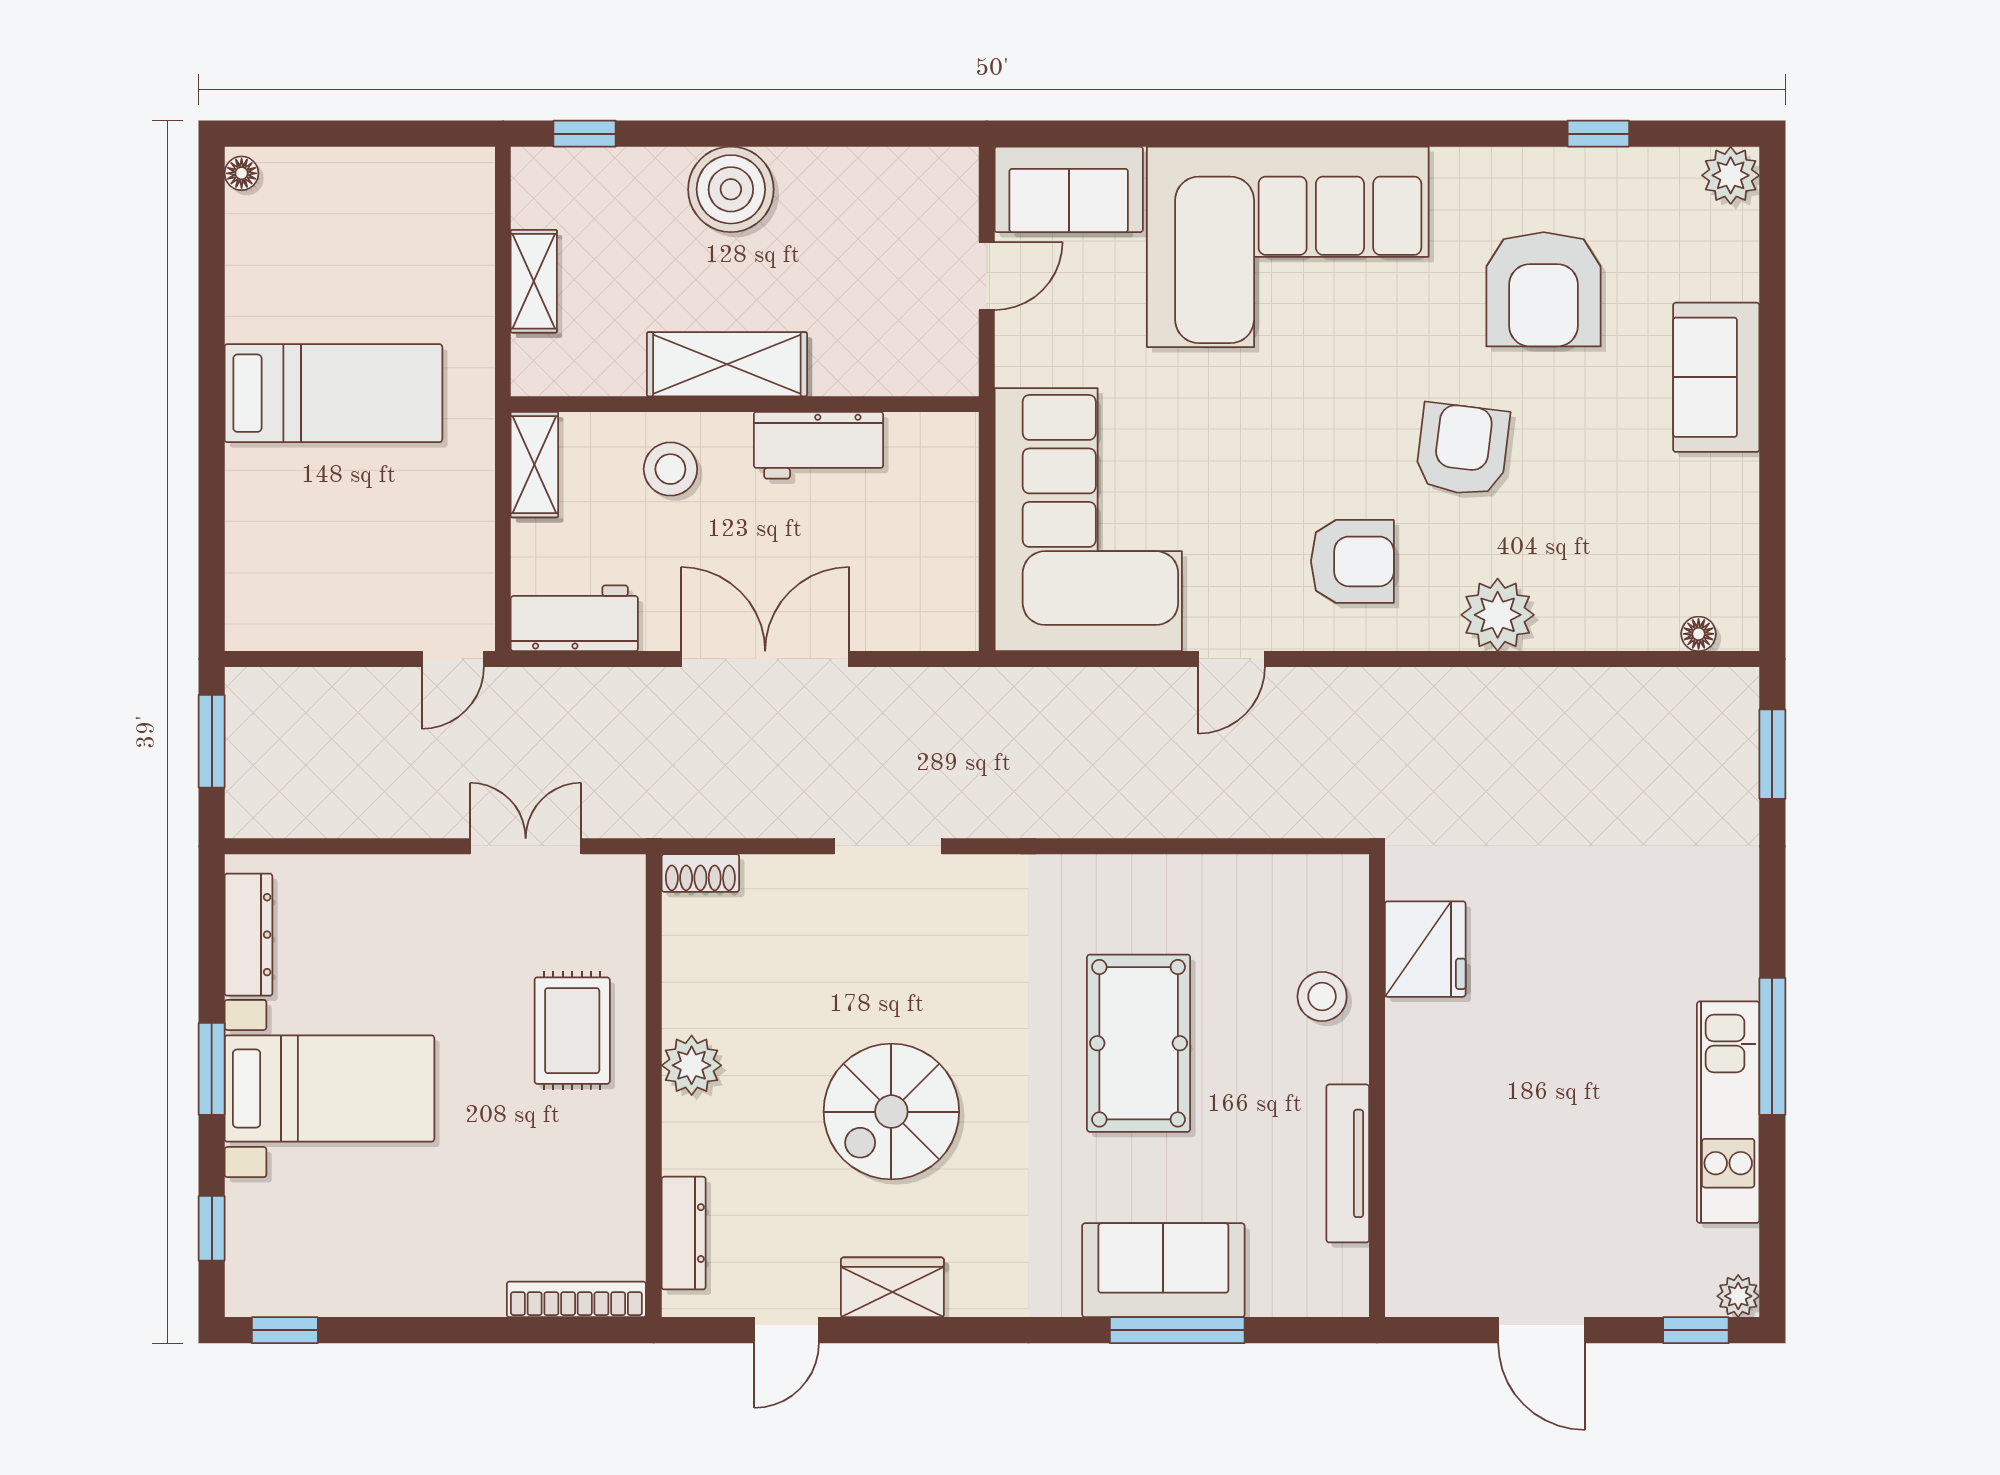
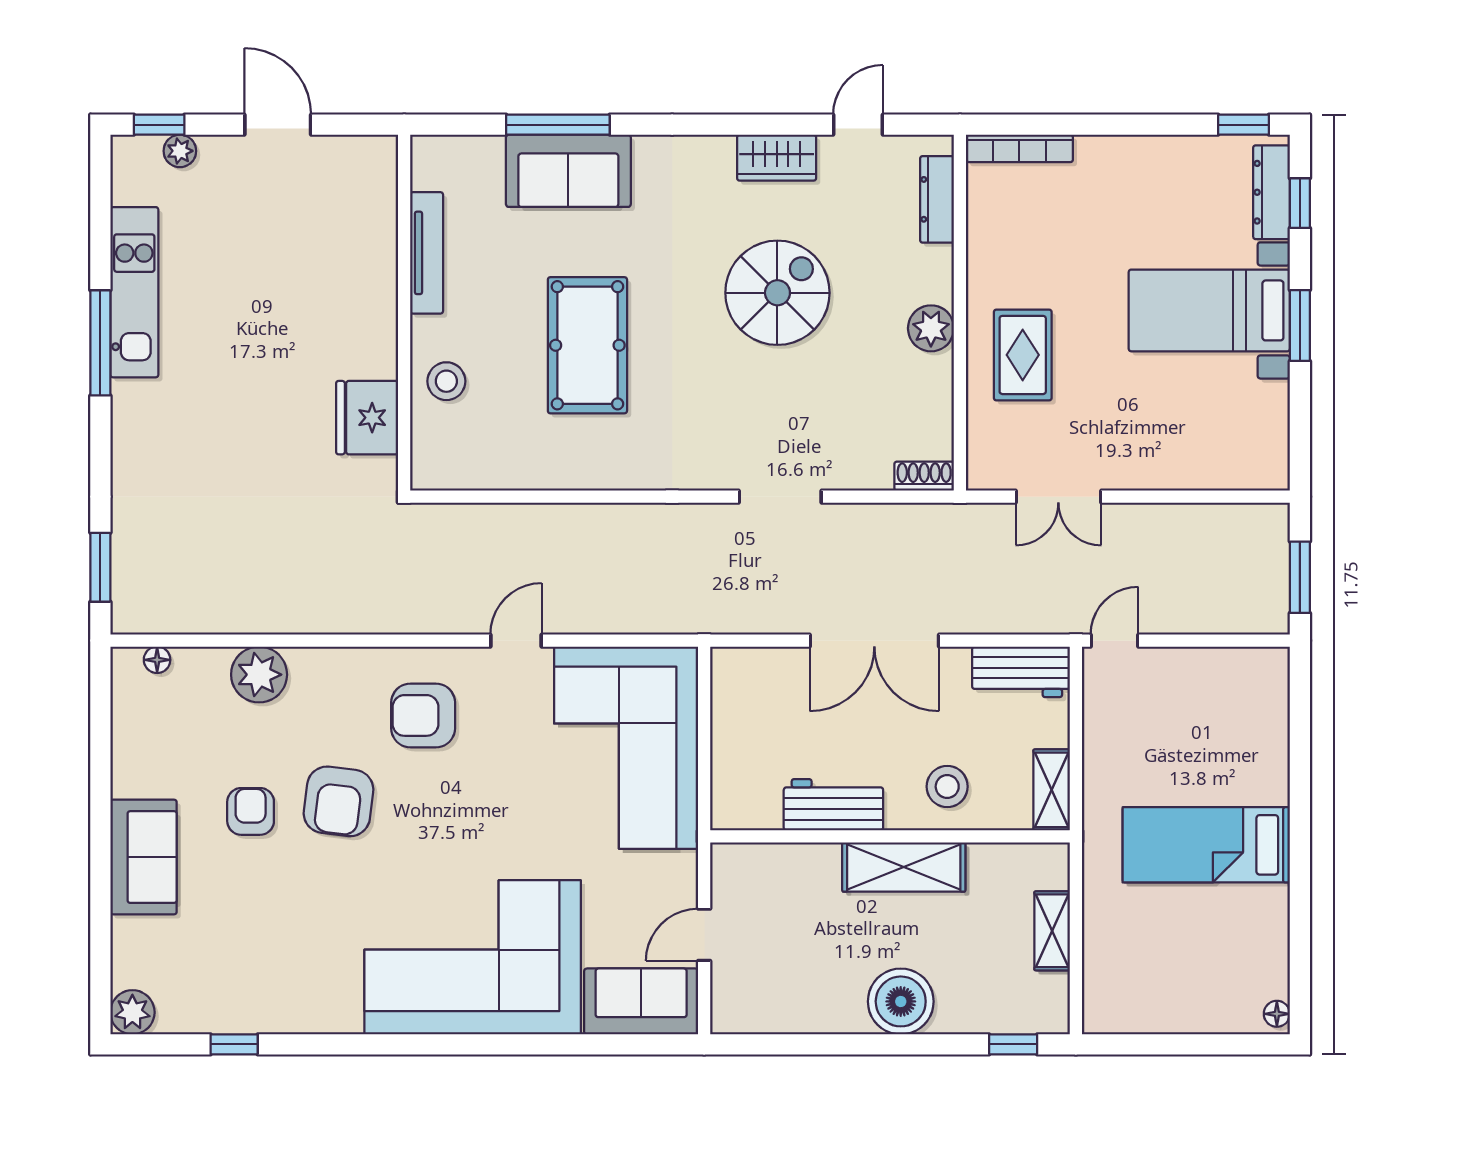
armchair: (1544, 289) -> (251, 811), moved, width x0.53, depth x0.53
plant: (1498, 615) -> (259, 675), moved
dresser: (248, 935) -> (1271, 192), moved
plant: (1738, 1296) -> (180, 151), moved

